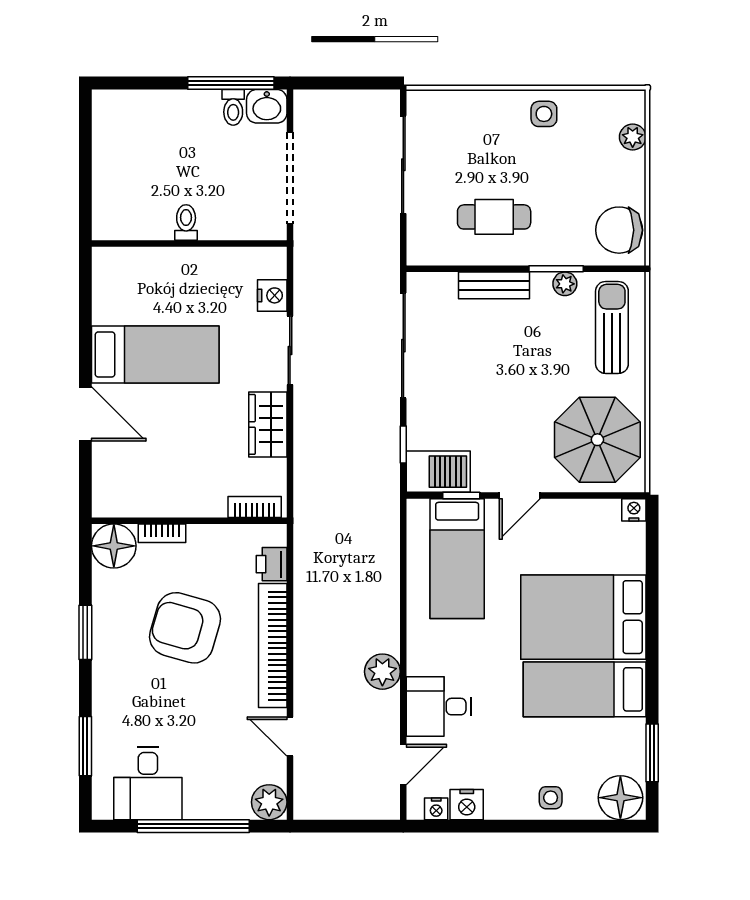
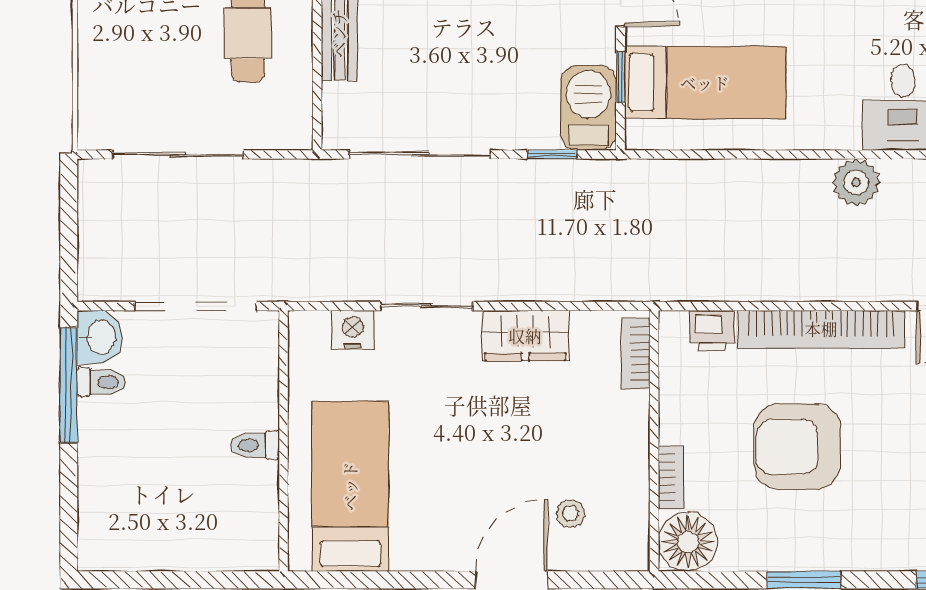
bed: (155, 354) -> (350, 486), moved
stool: (135, 458) -> (570, 513), added
armchair: (185, 628) -> (797, 447), turned 74

